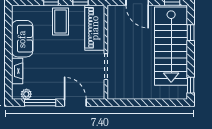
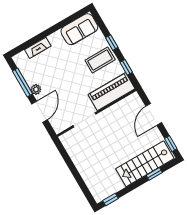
sofa: (22, 39) -> (79, 29), moved
stairs: (171, 46) -> (145, 164), width x0.73, depth x0.66
plant: (26, 94) -> (36, 89), moved

